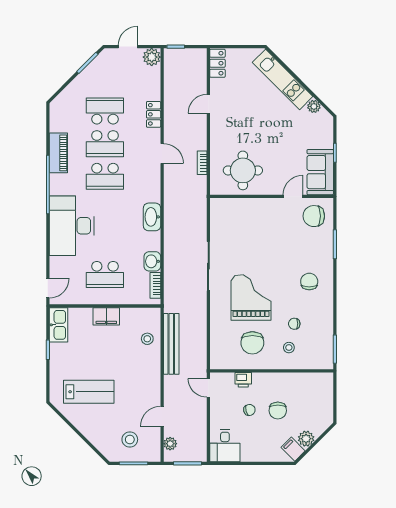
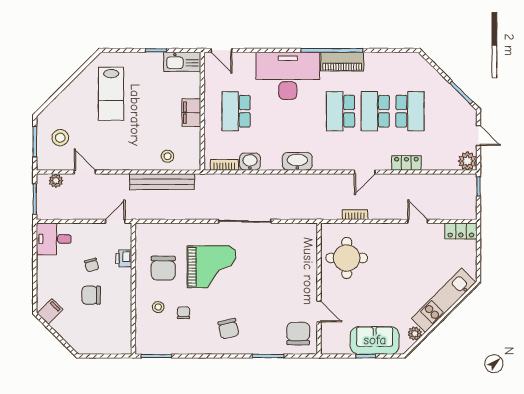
piano: (58, 153) -> (342, 62), moved
sofa: (320, 172) -> (375, 340), moved
chair: (309, 282) -> (228, 329), turned 77
chair: (252, 343) -> (163, 268), turned -90
plant: (306, 439) -> (61, 325), removed

